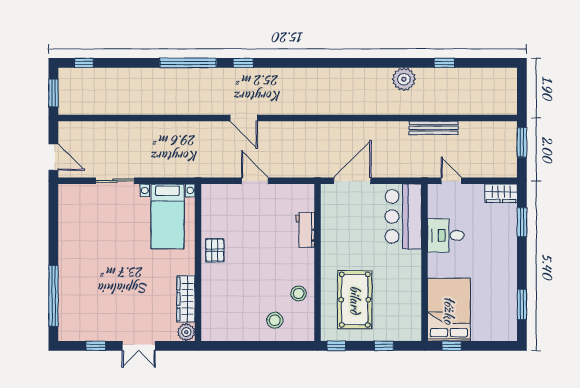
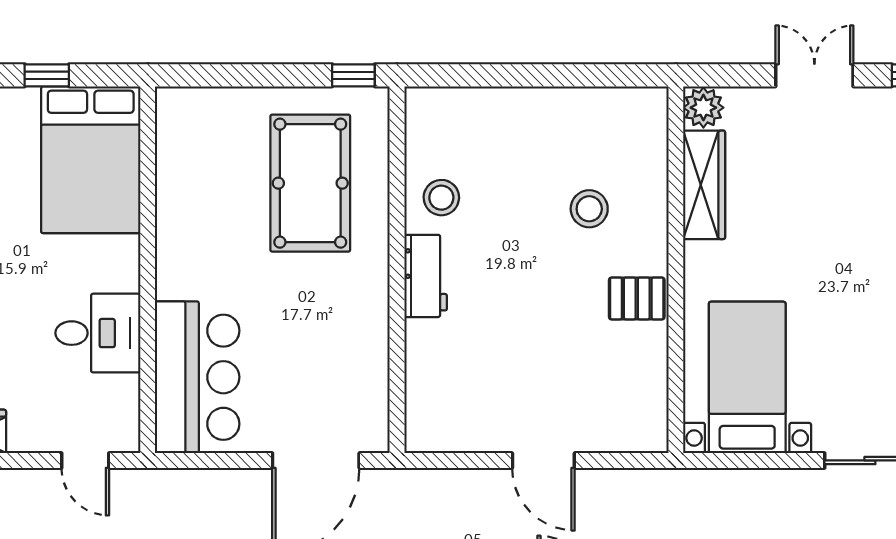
workbench: (305, 230) -> (426, 276), moved
pallet: (215, 250) -> (637, 298), turned 90
stool: (275, 320) -> (589, 209), moved
window: (384, 346) -> (242, 75), removed
window: (452, 346) -> (47, 75), moved

